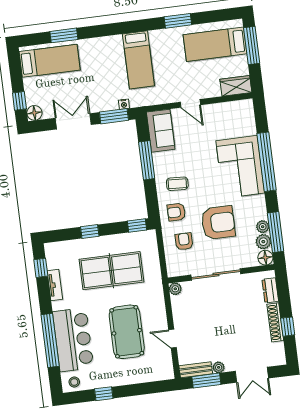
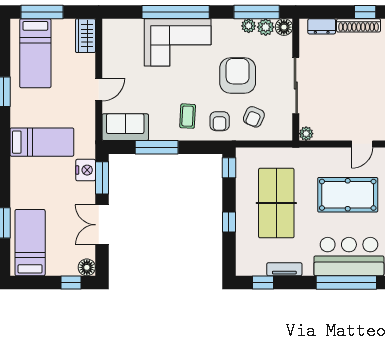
nightstand: (124, 104) -> (86, 170), width x1.89, depth x1.79
armchair: (184, 241) -> (254, 117), turned -67

